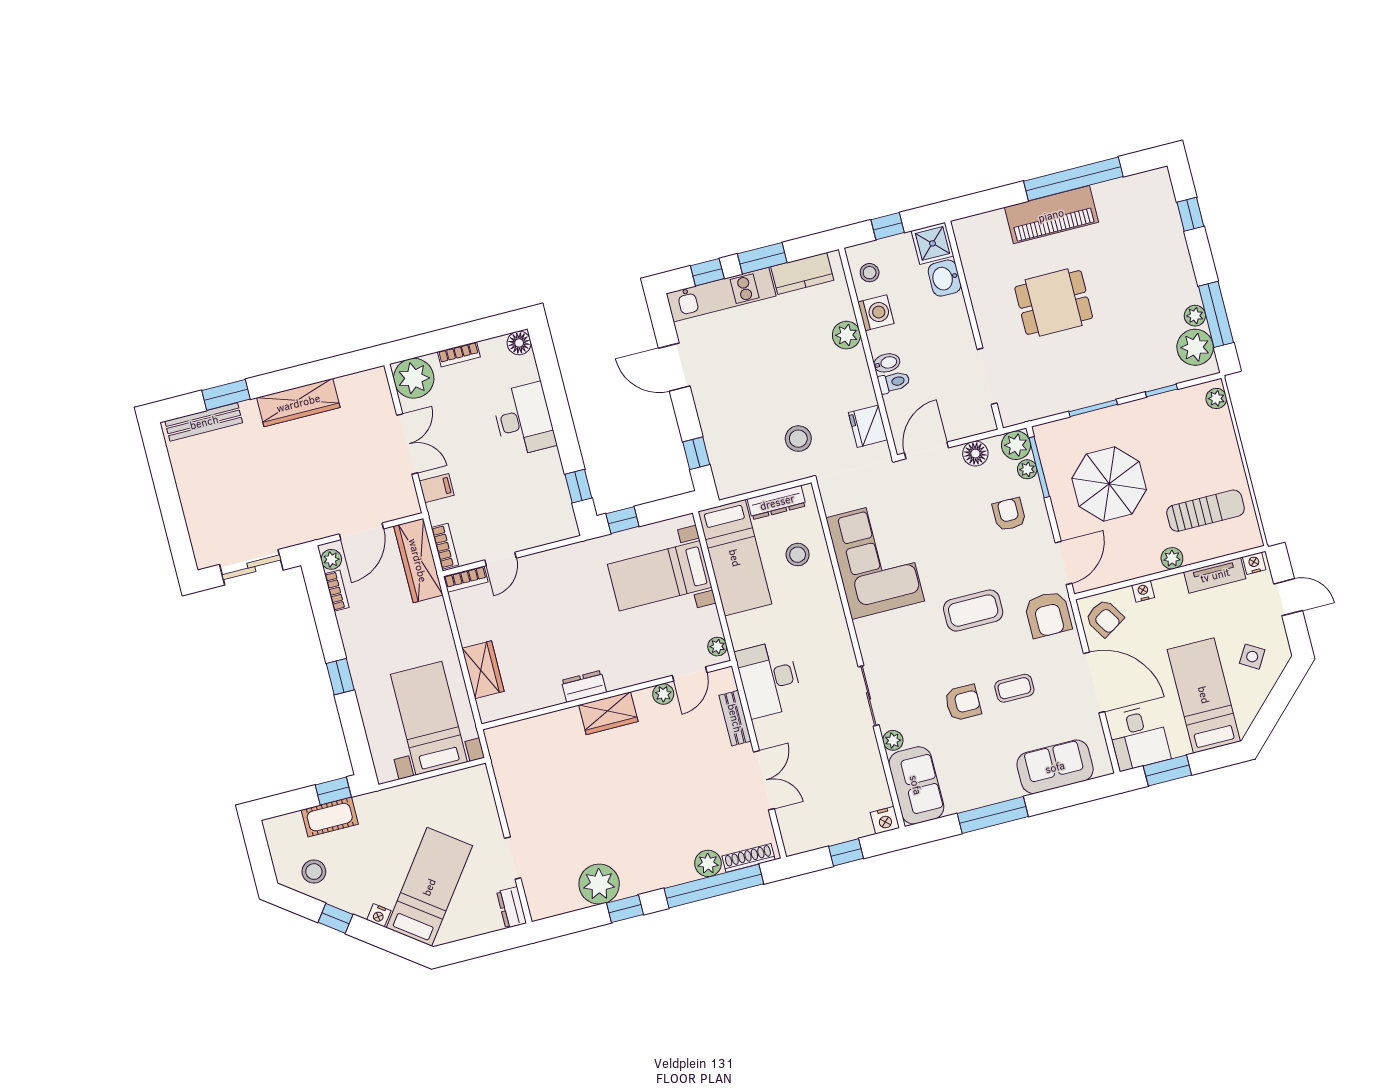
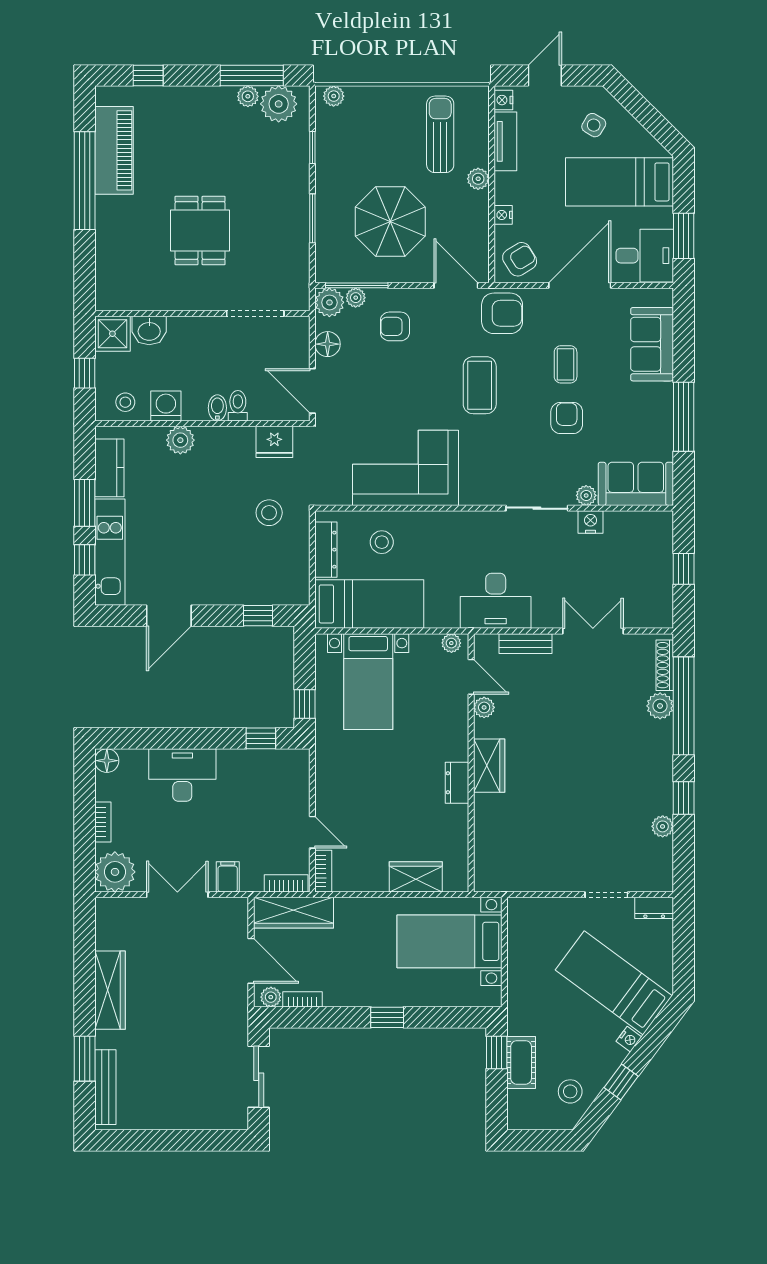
piano: (1051, 215) -> (114, 150), moved
nightstand: (885, 820) -> (591, 522), moved, turned -90
plant: (599, 884) -> (663, 826), width x0.53, depth x0.53

